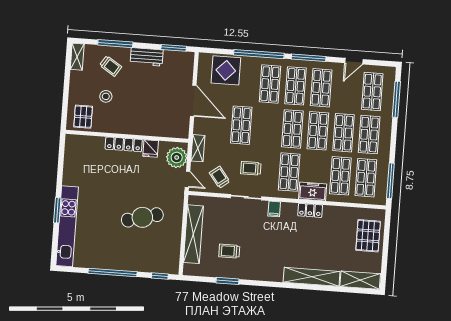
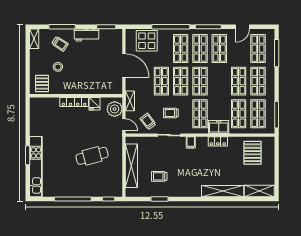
shop shelf: (318, 131) -> (181, 81), moved
pallet: (368, 236) -> (253, 153), moved

